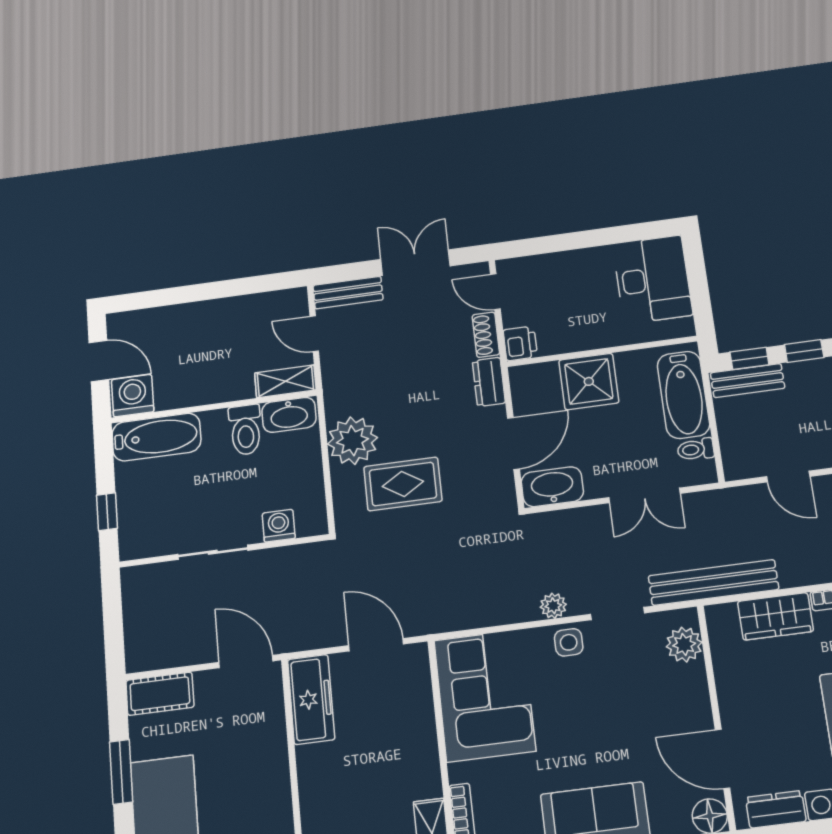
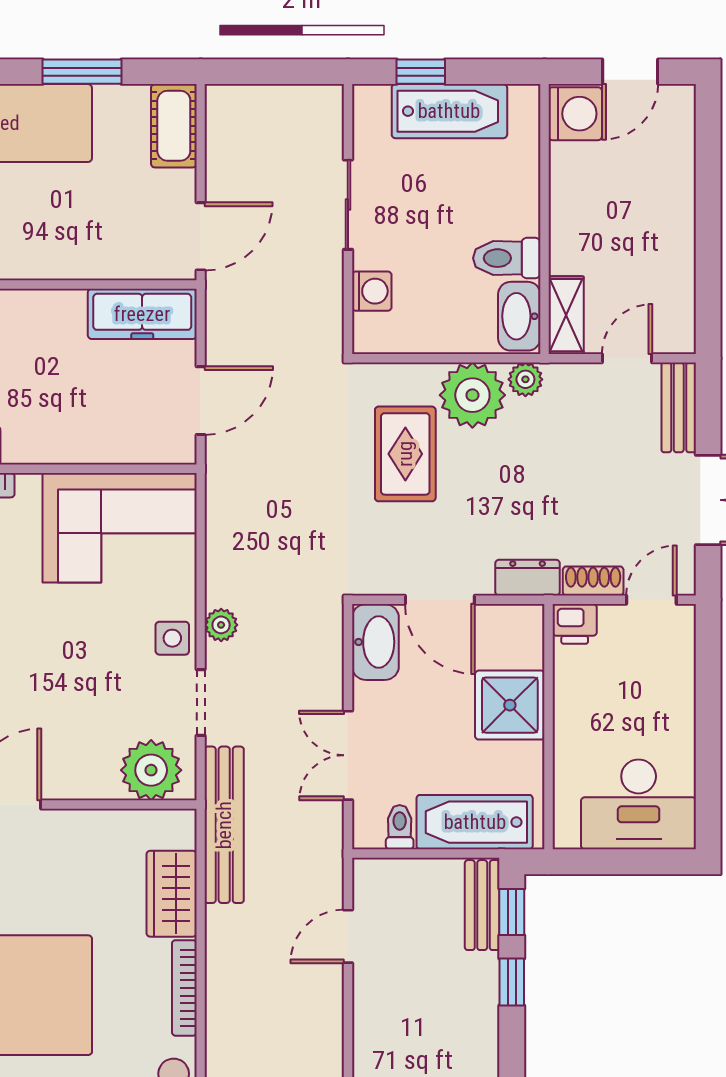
plant: (337, 404) -> (525, 379), added
bathtub: (156, 437) -> (449, 111), moved, turned -90
plant: (684, 645) -> (151, 770), width x1.36, depth x1.36

